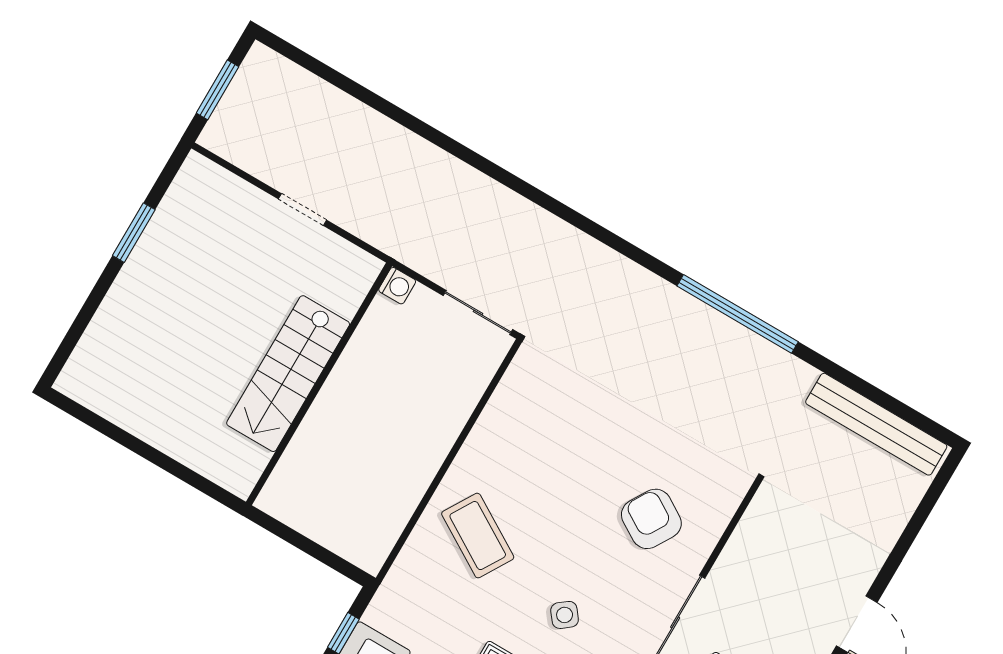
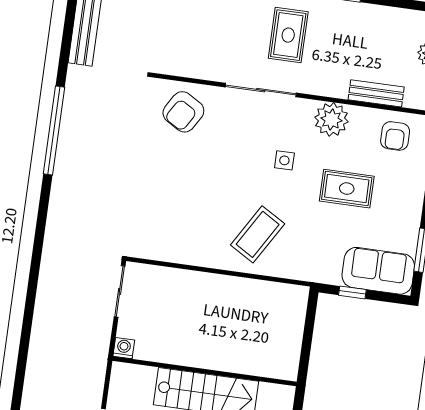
armchair: (651, 519) -> (183, 112), moved
side table: (565, 615) -> (284, 160), turned 38

